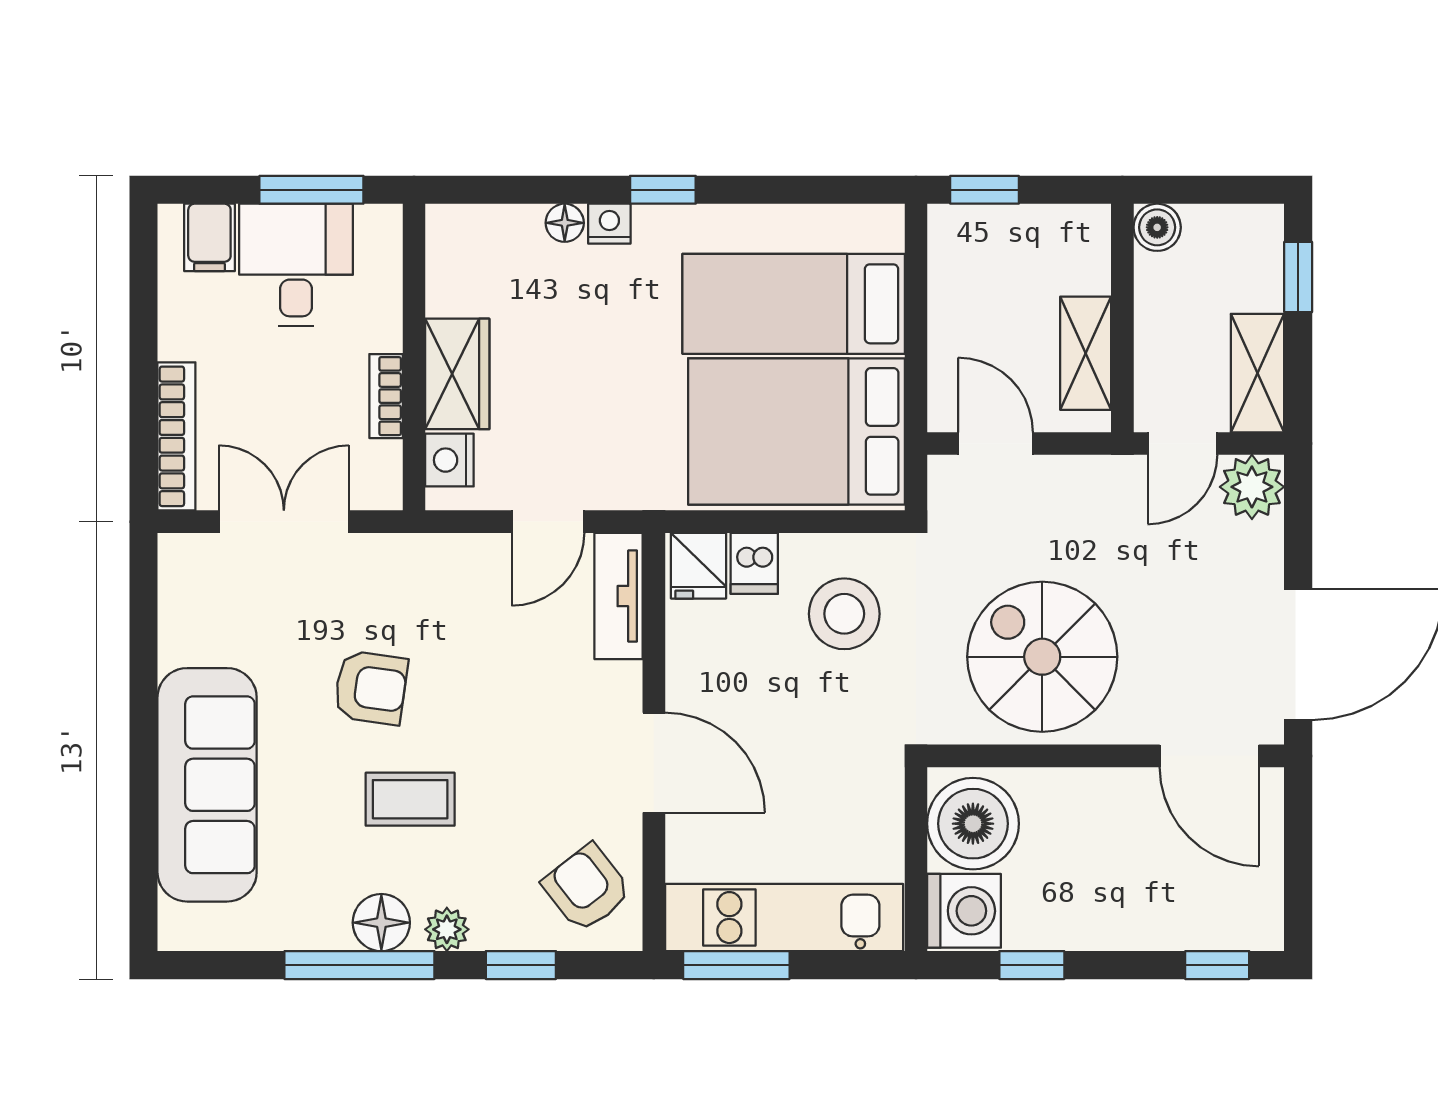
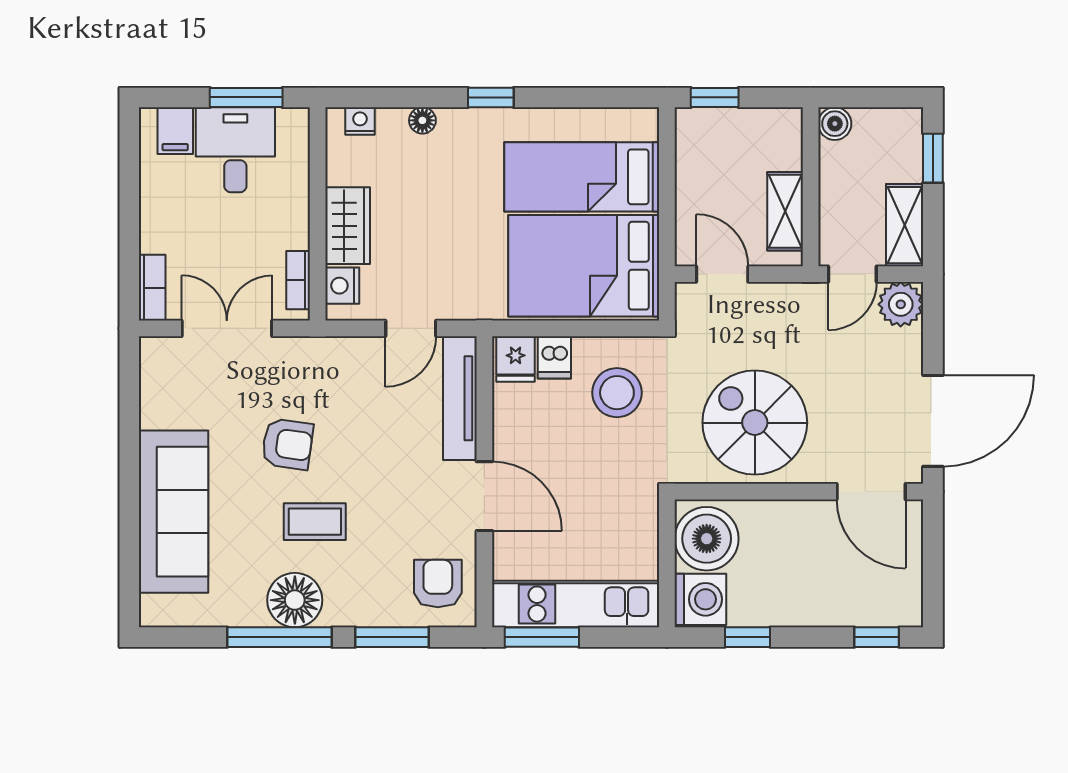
nightstand: (609, 224) -> (360, 121), moved
bookcase: (386, 396) -> (298, 280), moved
bookcase: (176, 436) -> (152, 288), width x0.64
tv unit: (619, 596) -> (460, 398), width x1.41
armchair: (587, 888) -> (438, 584), turned 38
floor lamp: (381, 923) -> (295, 600), width x1.38, depth x1.38
plant: (447, 929) -> (340, 612), removed
window: (521, 965) -> (392, 637), width x1.50

